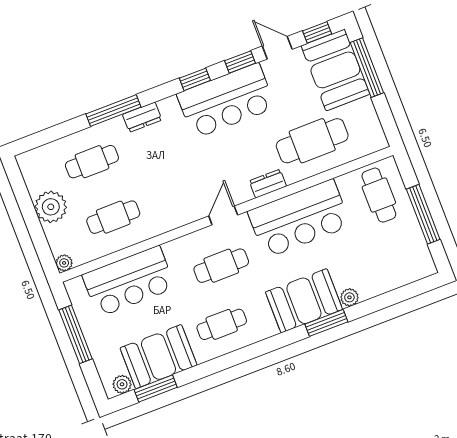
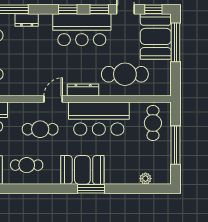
dresser: (268, 184) -> (83, 90), width x1.44
plant: (349, 297) -> (145, 179), moved

